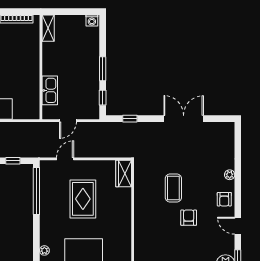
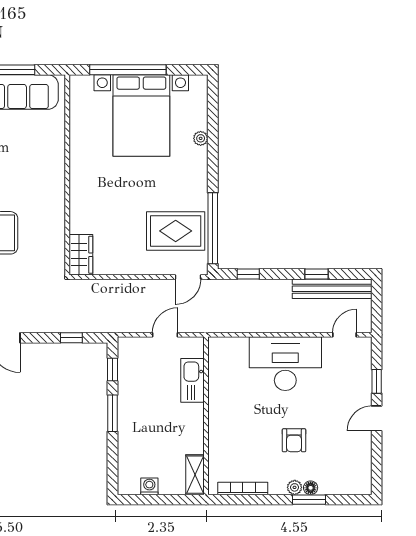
washing machine: (92, 20) -> (149, 486), moved
door: (65, 159) -> (188, 277), moved
rug: (83, 199) -> (176, 231), moved, turned 90

